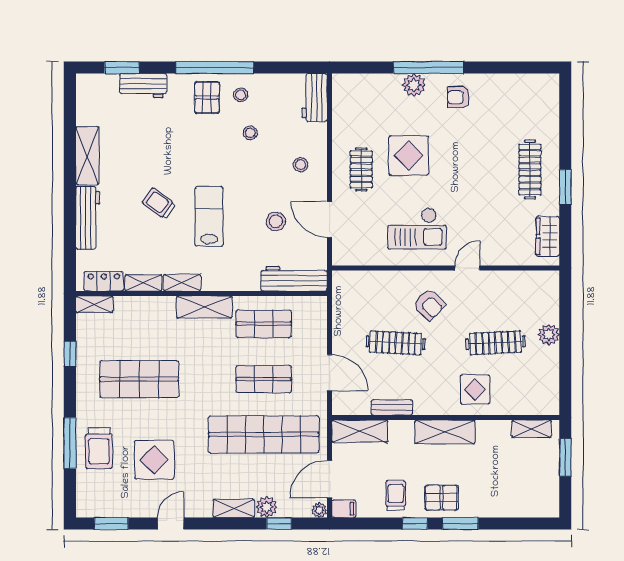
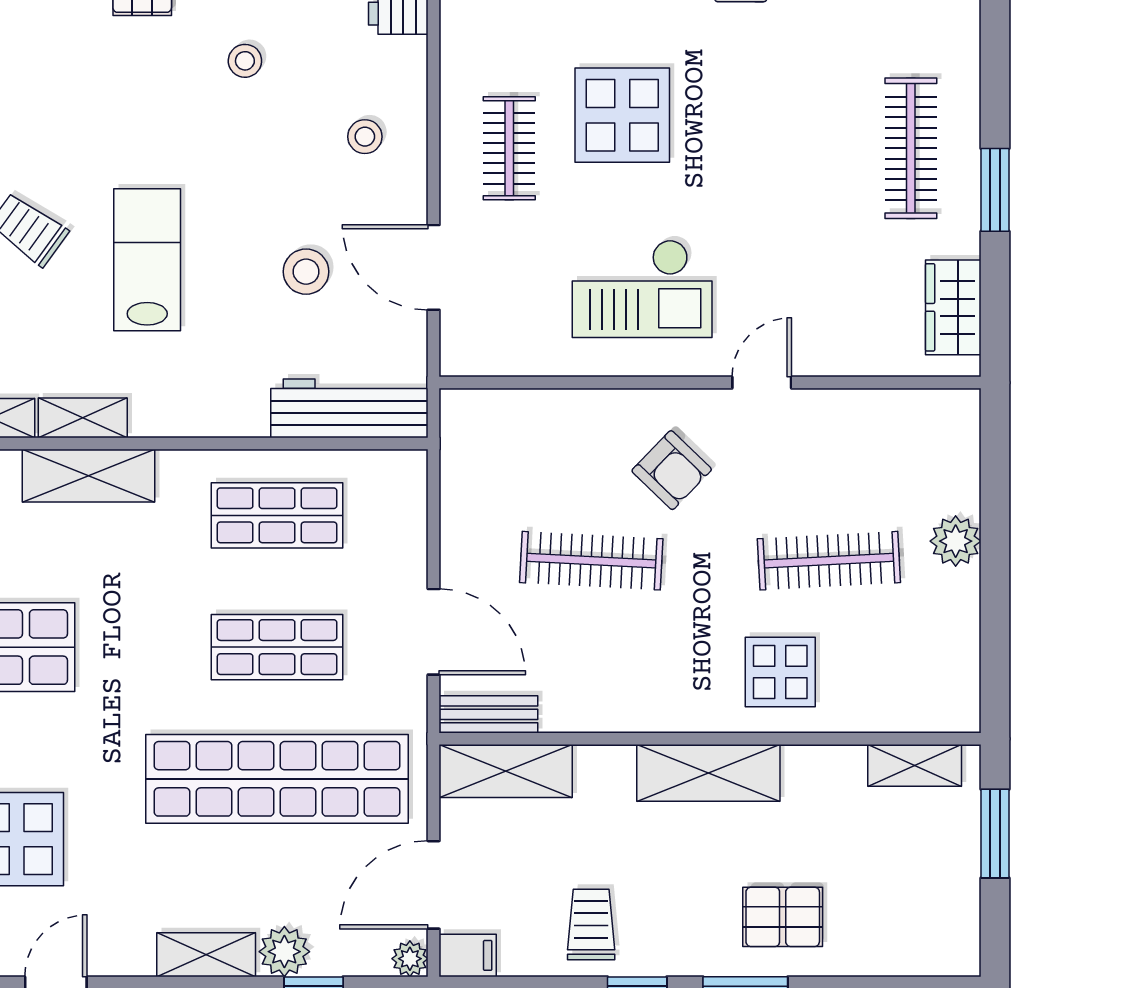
shelving: (204, 307) -> (89, 476), moved
bench: (392, 407) -> (489, 714), moved
pallet: (442, 498) -> (783, 917), moved

